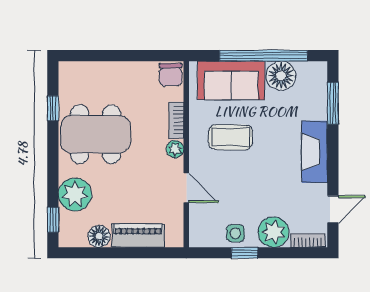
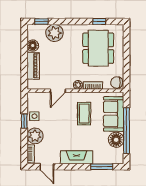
dining table: (96, 134) -> (98, 48), moved

